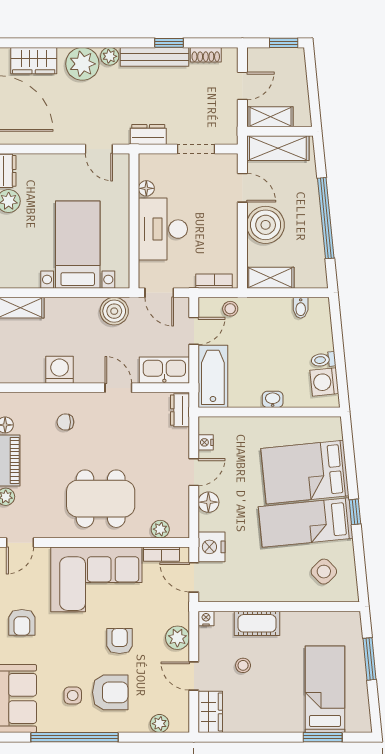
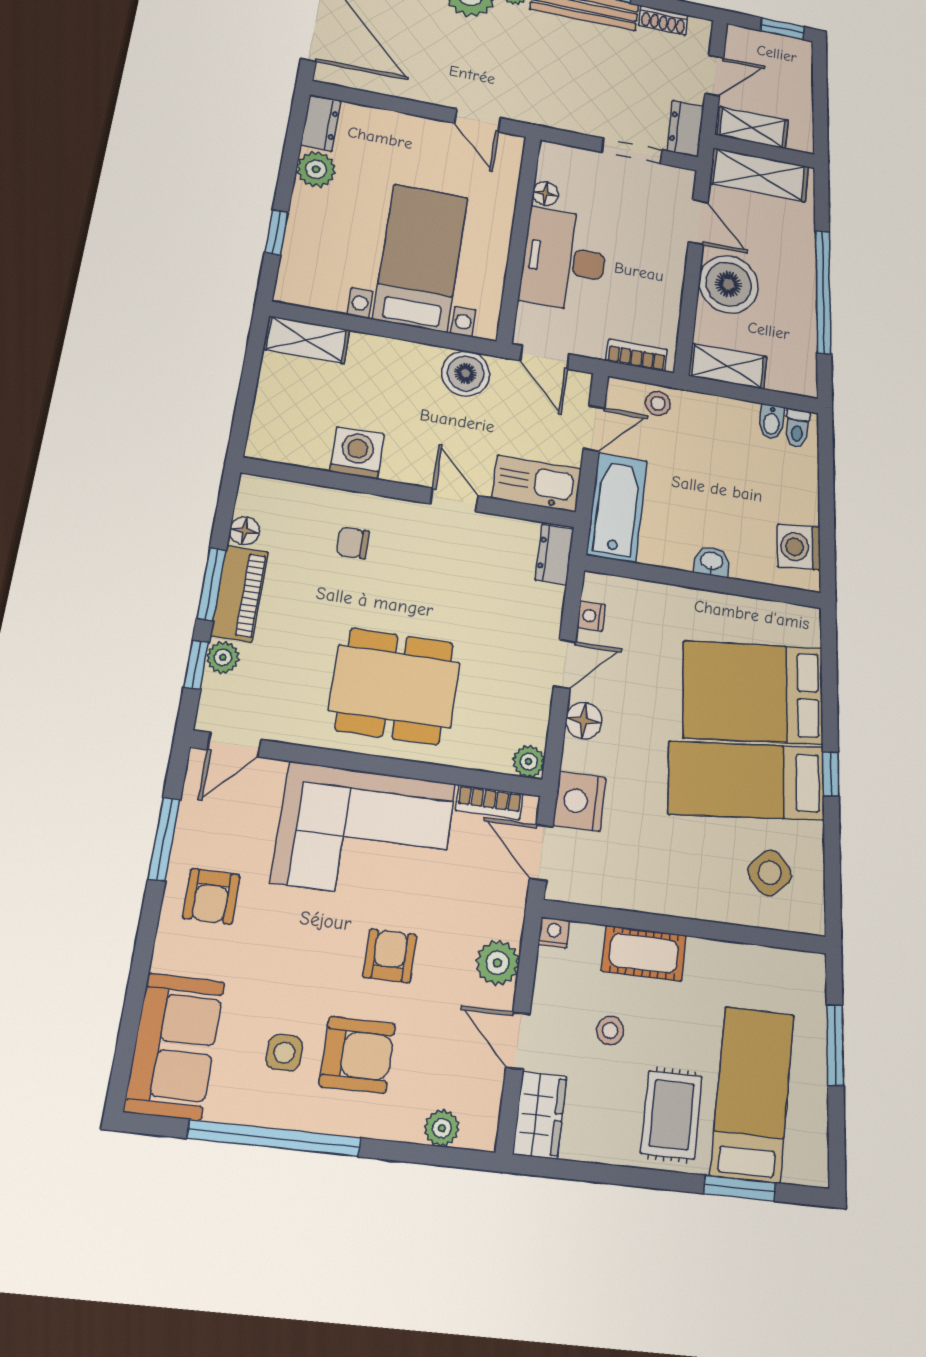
dresser: (148, 134) -> (686, 129), moved, turned -90
toilet: (323, 360) -> (797, 428), moved, turned -84
plant: (160, 529) -> (529, 762), moved
rug: (281, 704) -> (672, 1115), added

